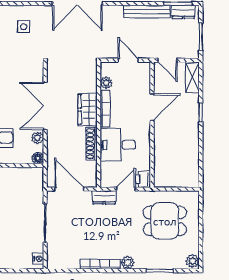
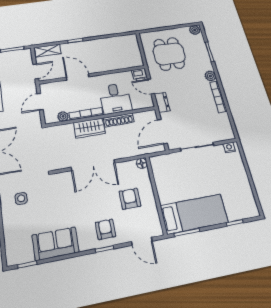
plant: (37, 138) -> (123, 167), removed

